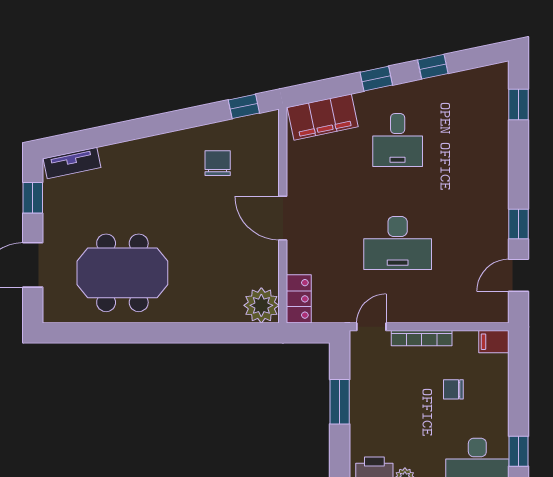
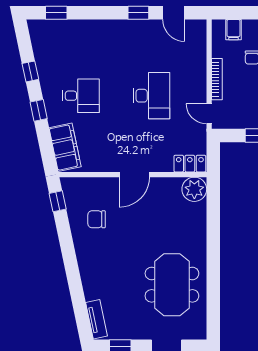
filing cabinet: (494, 342) -> (234, 30), moved

